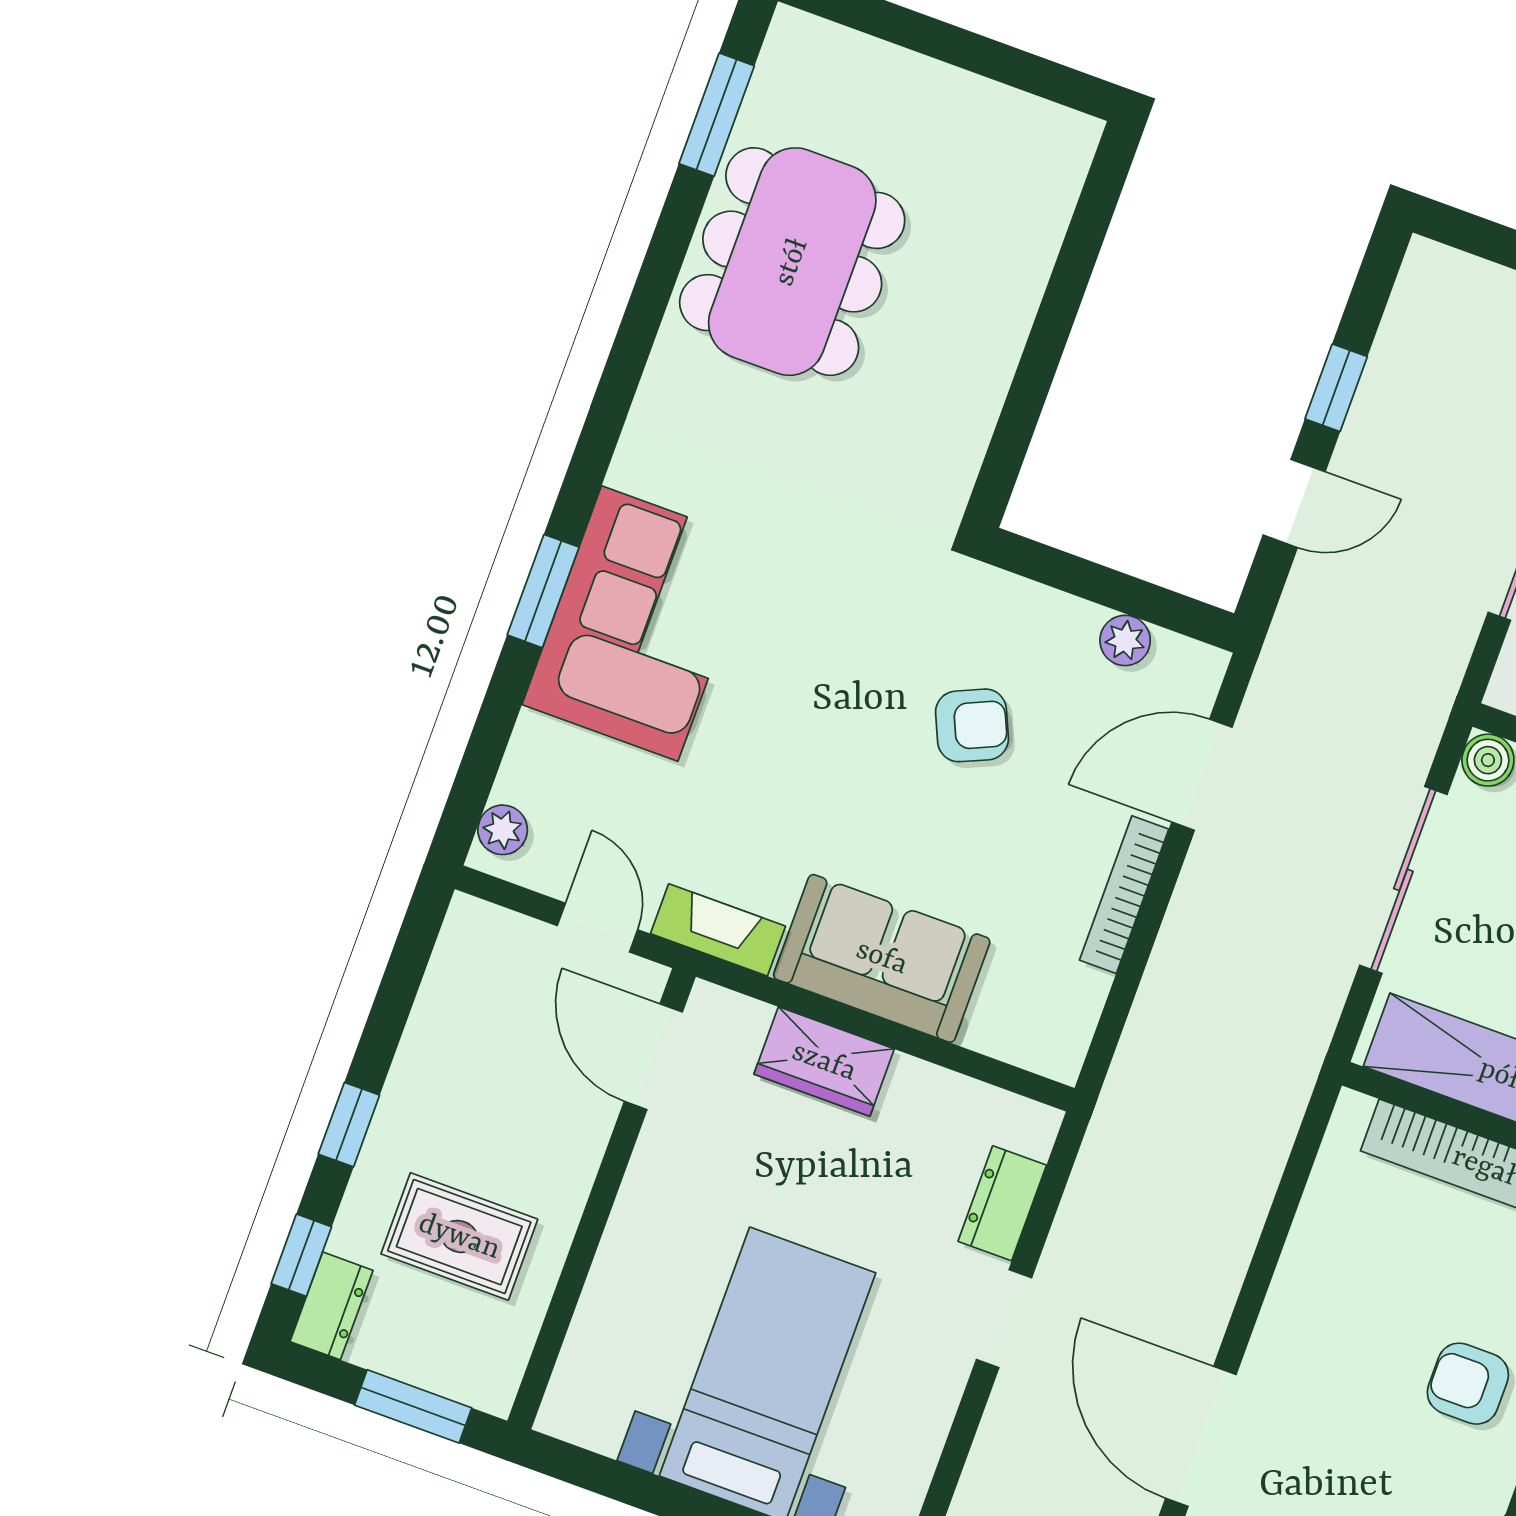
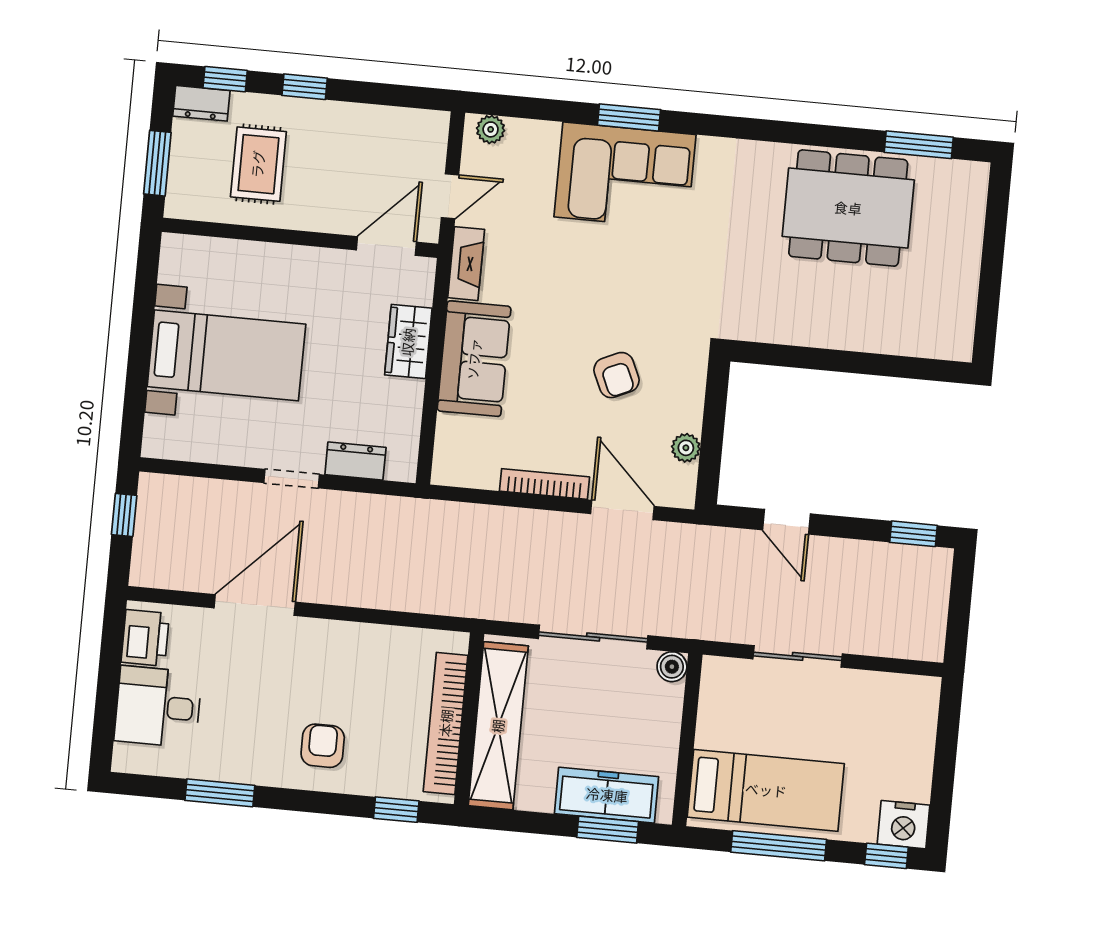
window: (1336, 388) -> (913, 534), moved

